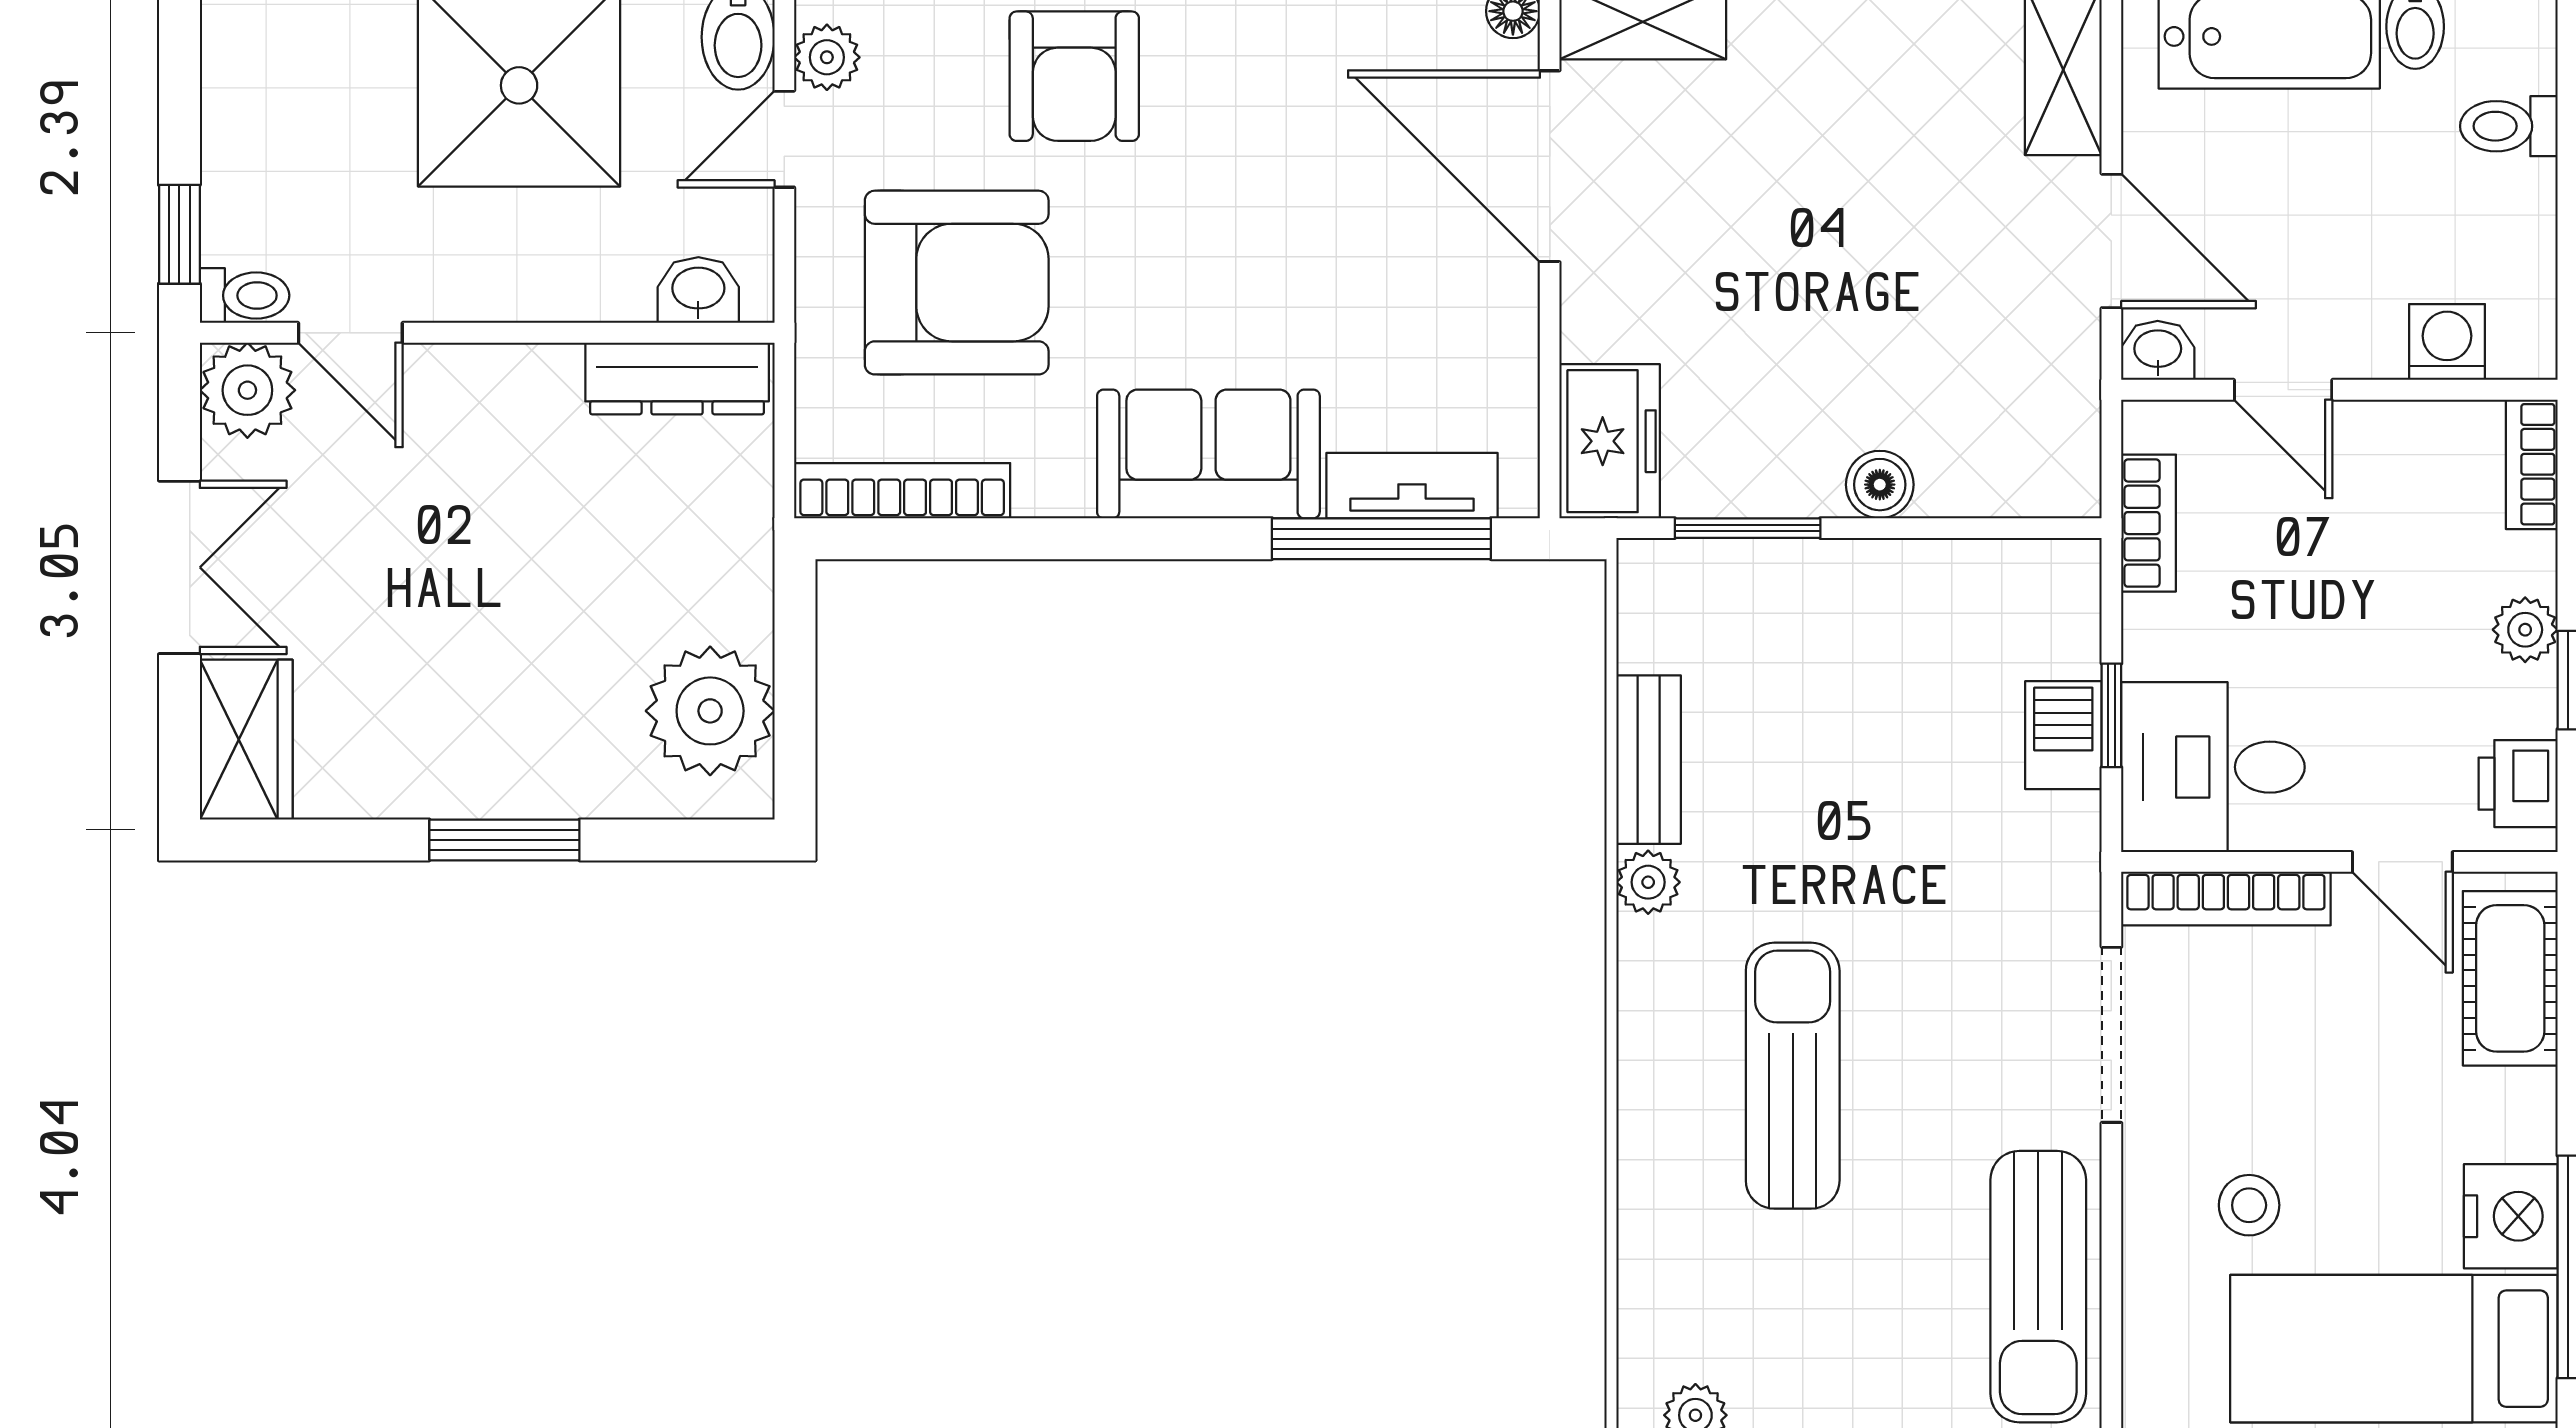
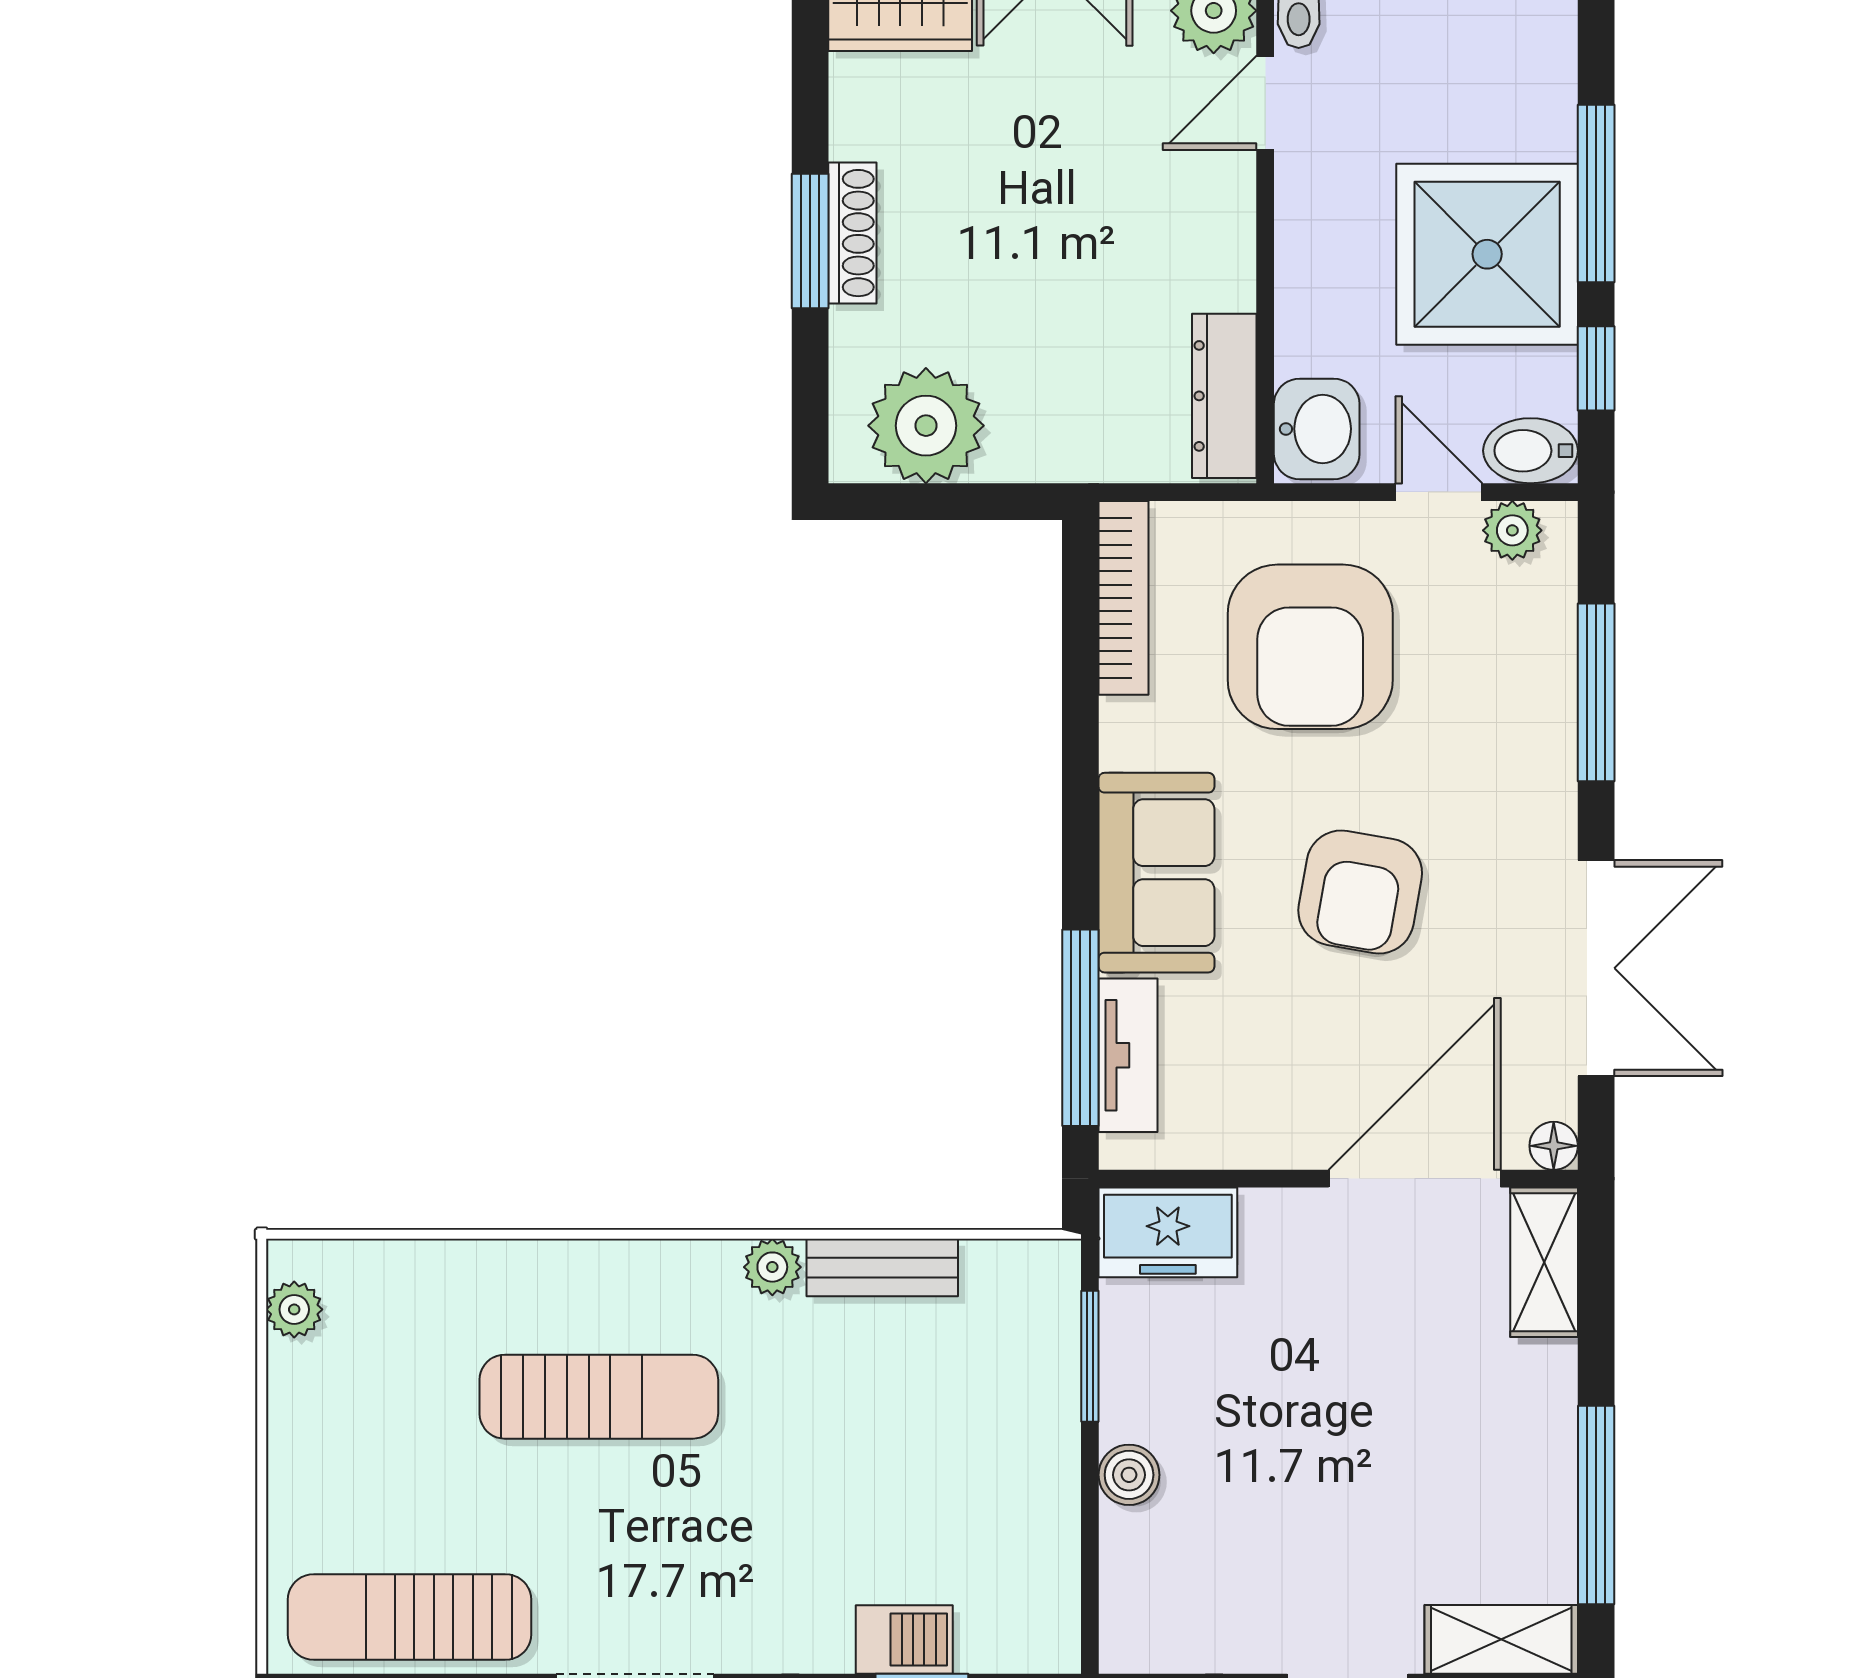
armchair: (1074, 76) -> (1360, 892), moved, turned -80
washbasin: (698, 290) -> (1317, 429), width x1.38, depth x1.45
shoe rack: (495, 793) -> (852, 233), added

